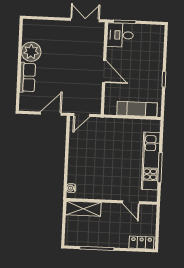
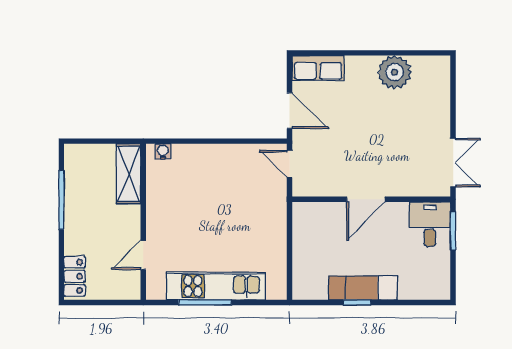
row of seats: (28, 77) -> (318, 68), moved
exam couch: (137, 109) -> (363, 288), moved, turned -90

